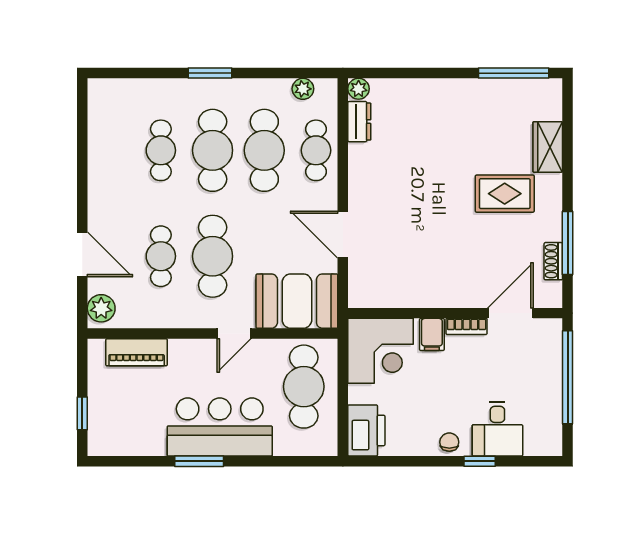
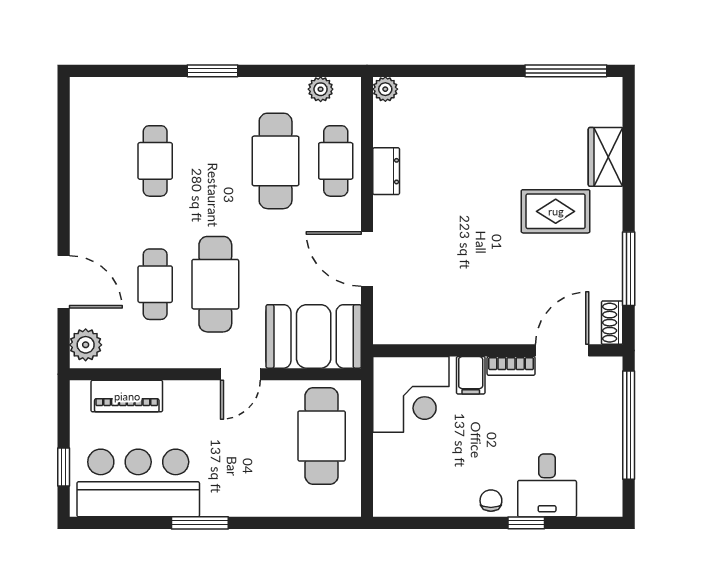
dresser: (359, 122) -> (386, 171), moved
cafe table: (213, 150) -> (215, 161), removed
shoe rack: (553, 261) -> (612, 323), moved
bar counter: (220, 427) -> (138, 483), moved
printer: (366, 430) -> (394, 487), removed

